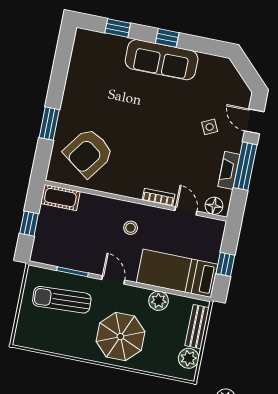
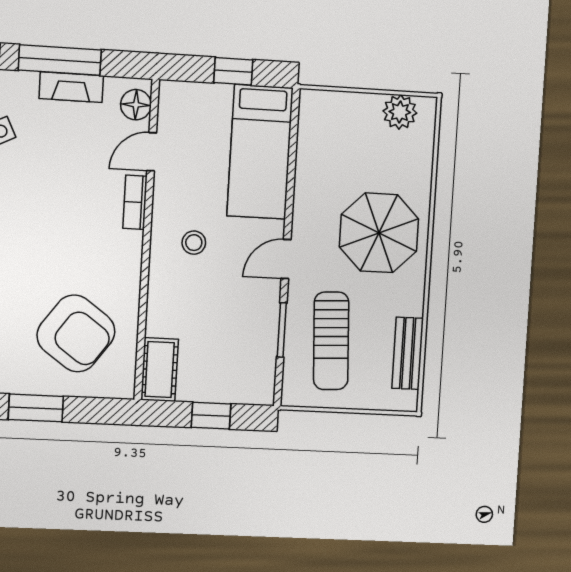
plant: (159, 301) -> (311, 177), removed
bench: (197, 327) -> (408, 353), moved, turned 90

